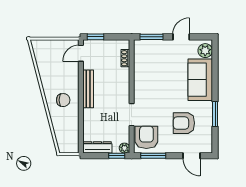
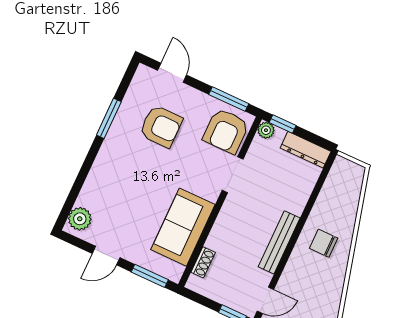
sofa: (200, 80) -> (183, 227), moved, turned 180

